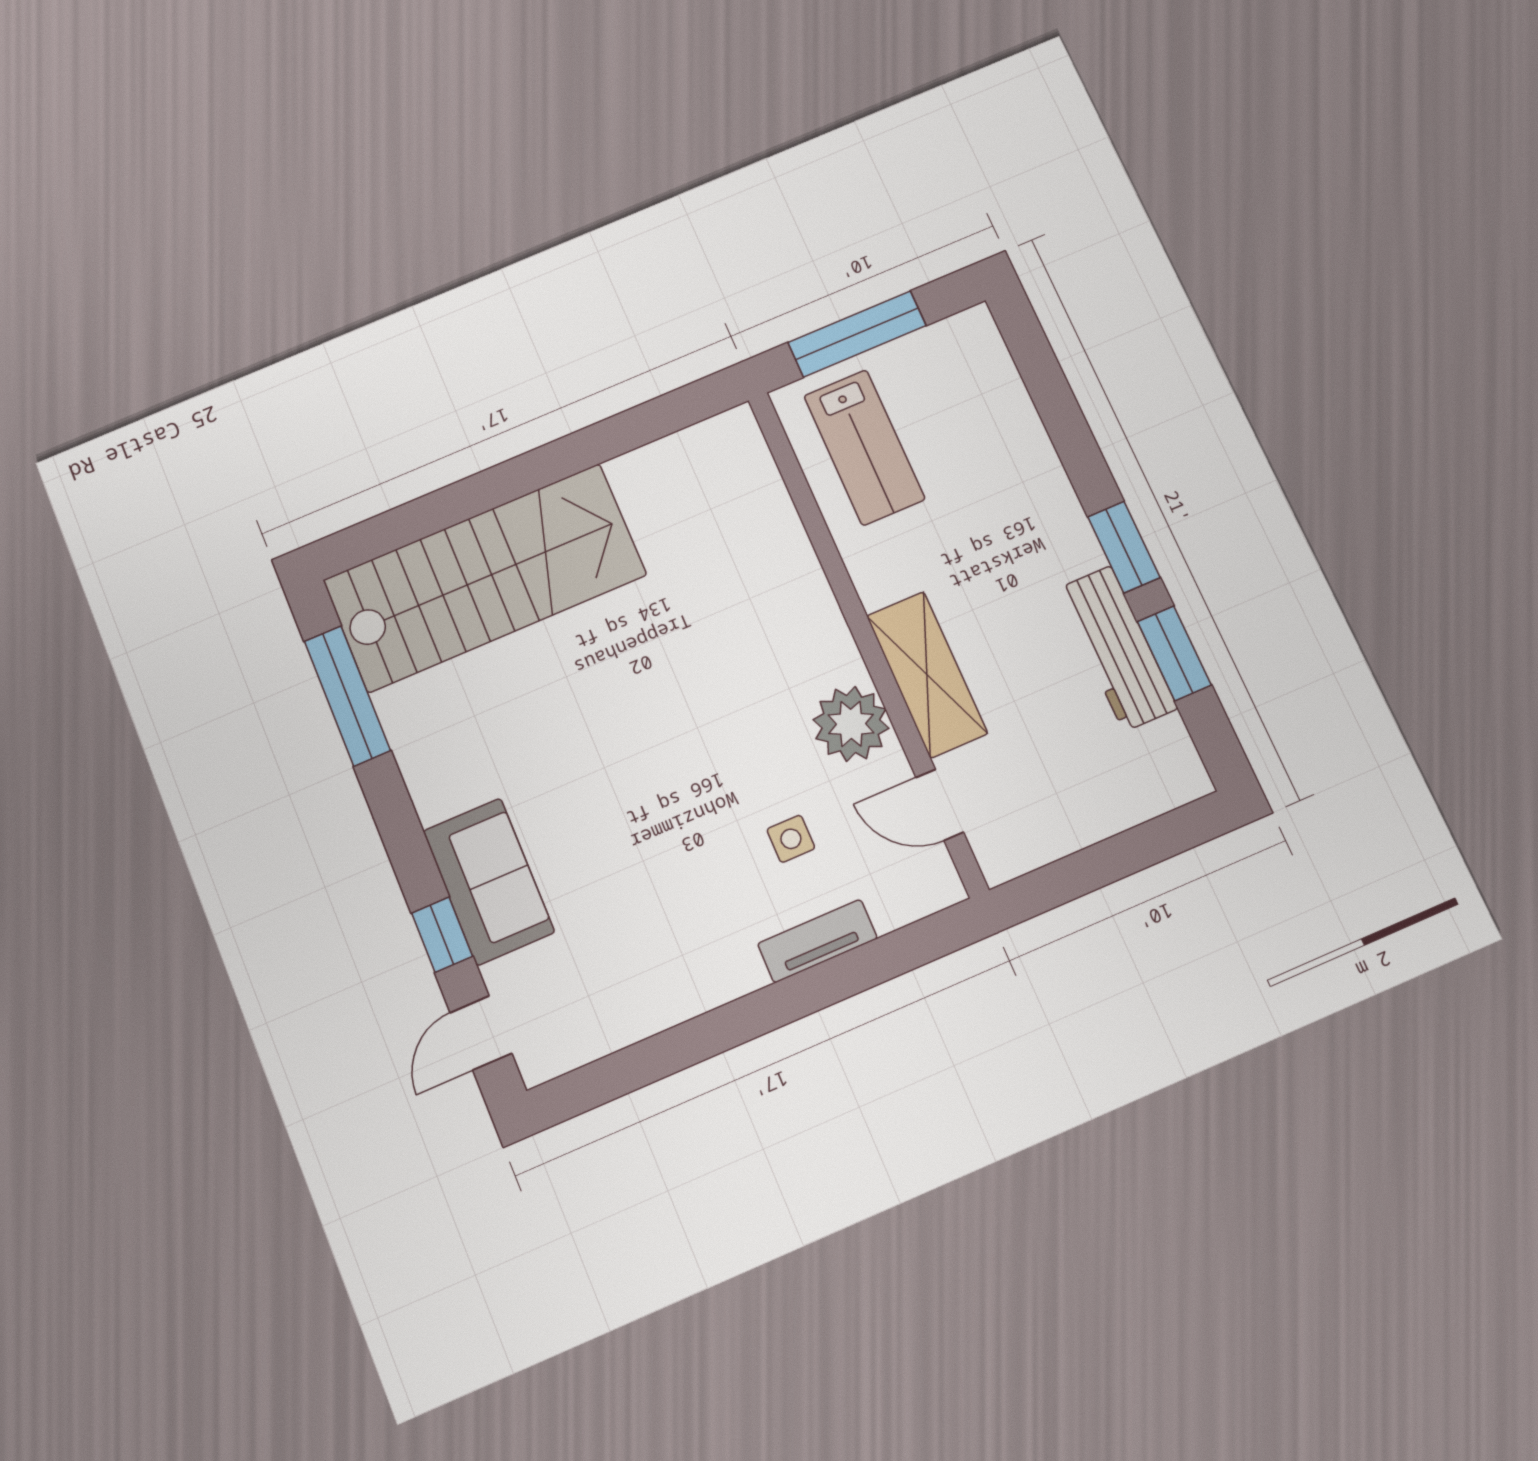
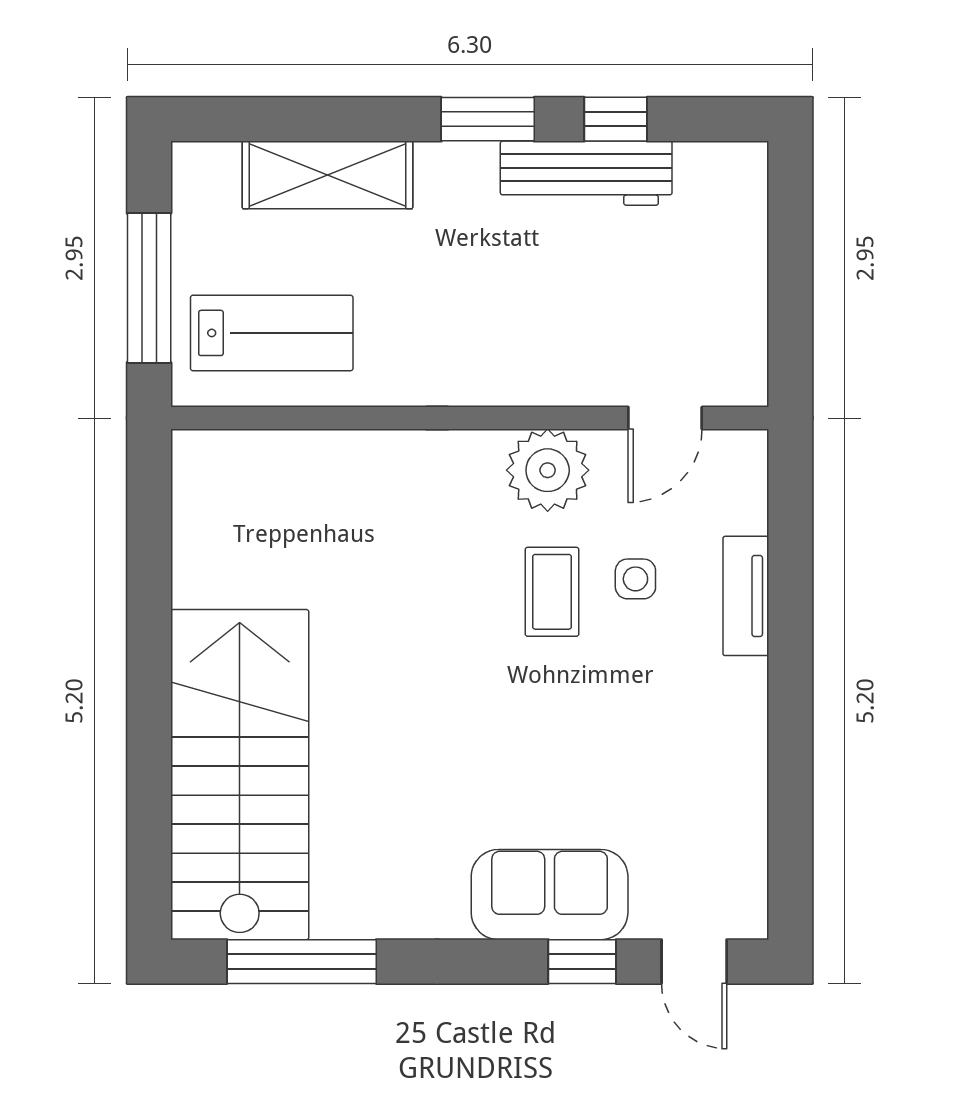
window: (1174, 653) -> (616, 119), width x0.67
shelving: (927, 675) -> (327, 175), moved
coffee table: (749, 772) -> (552, 592), added

